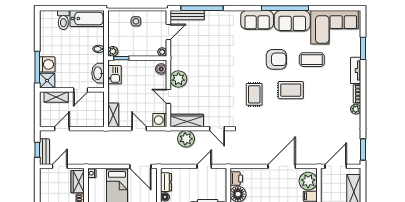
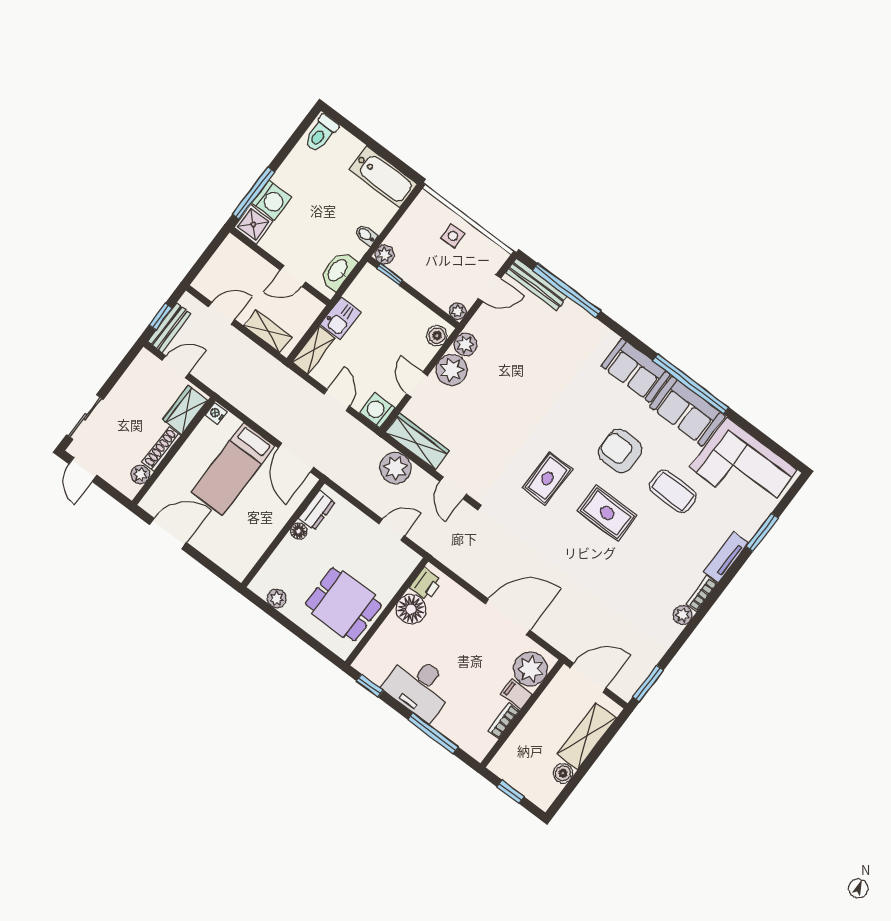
toilet: (63, 20) -> (321, 133), moved
armchair: (276, 59) -> (620, 451), turned 180
plant: (176, 64) -> (465, 345), added
kitchen sink: (114, 75) -> (341, 318), moved
shelving: (56, 97) -> (268, 331), moved

